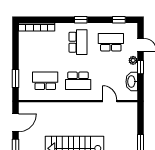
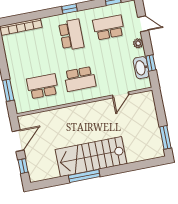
window: (140, 67) -> (151, 63), moved
door: (110, 101) -> (121, 95), swing flipped

